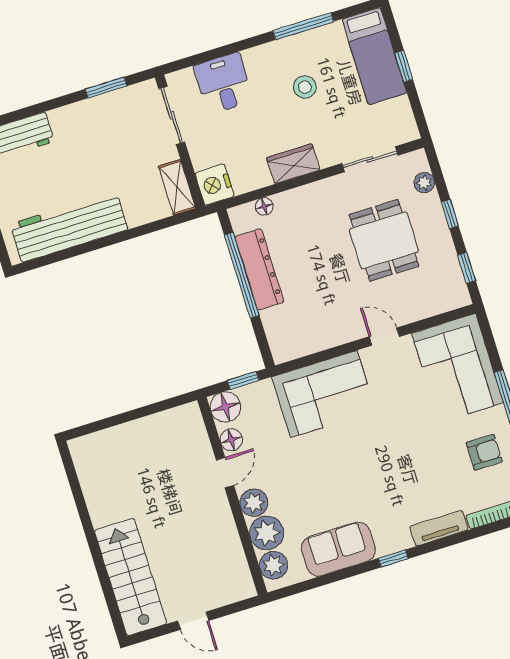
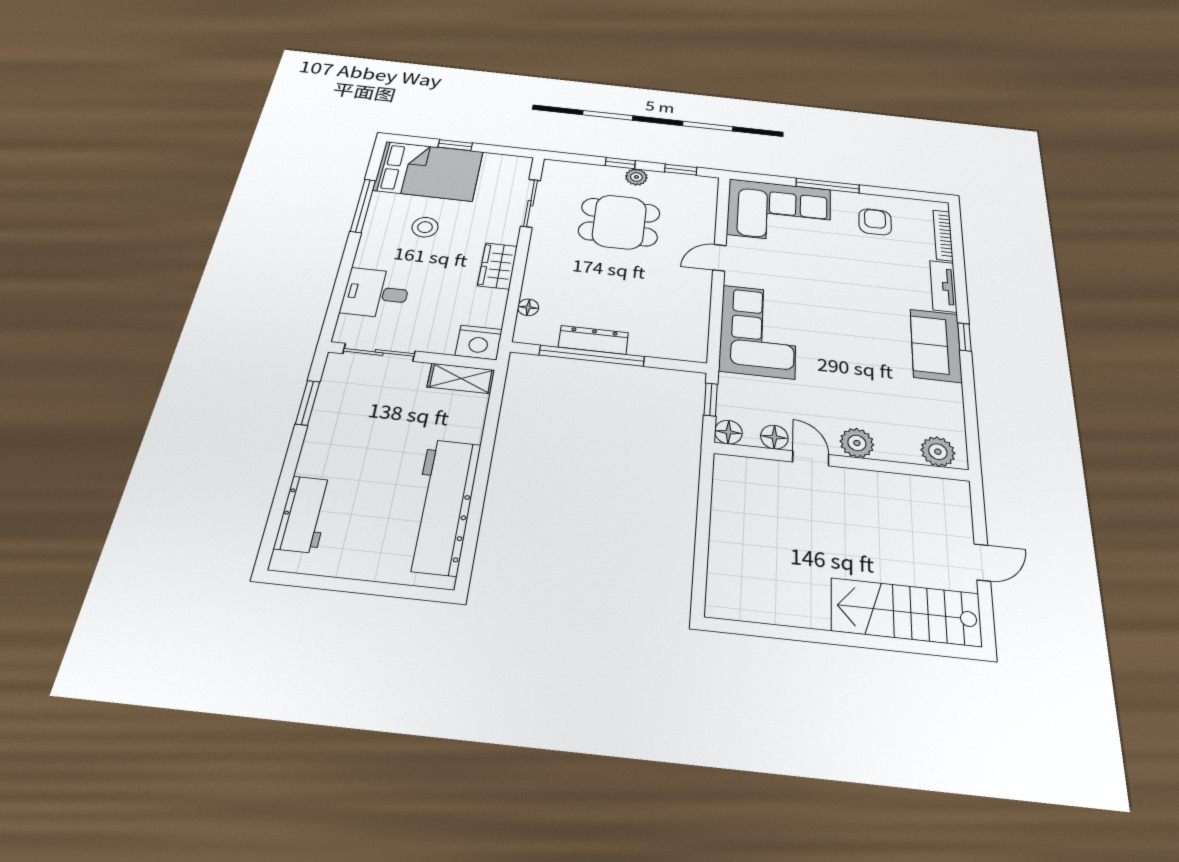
bed: (374, 56) -> (429, 171), width x1.50
plant: (424, 183) -> (636, 177), moved
dresser: (259, 269) -> (593, 340), width x0.73, depth x0.80
floor lamp: (225, 407) -> (728, 432), width x0.73, depth x0.73
plant: (267, 533) -> (897, 444), removed
sofa: (338, 549) -> (936, 345), moved

